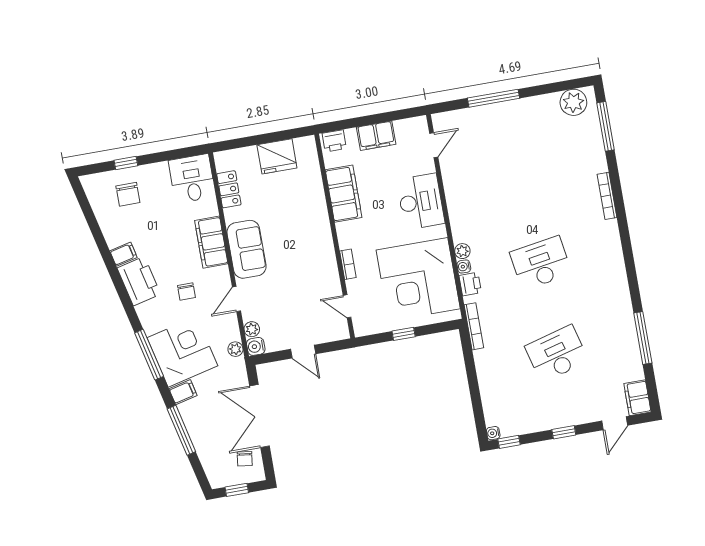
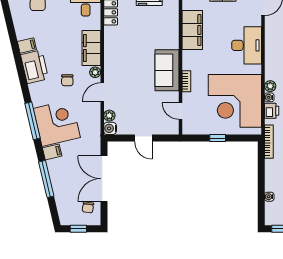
sofa: (247, 249) -> (167, 70), moved, turned 180
plant: (235, 349) -> (95, 72), moved
water cooler: (493, 433) -> (269, 197), moved

